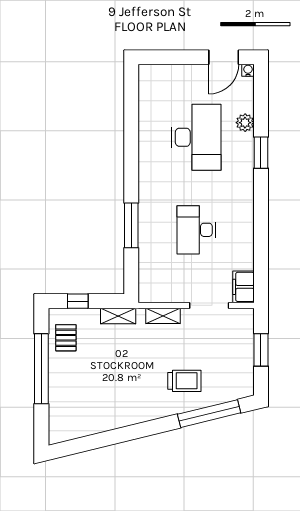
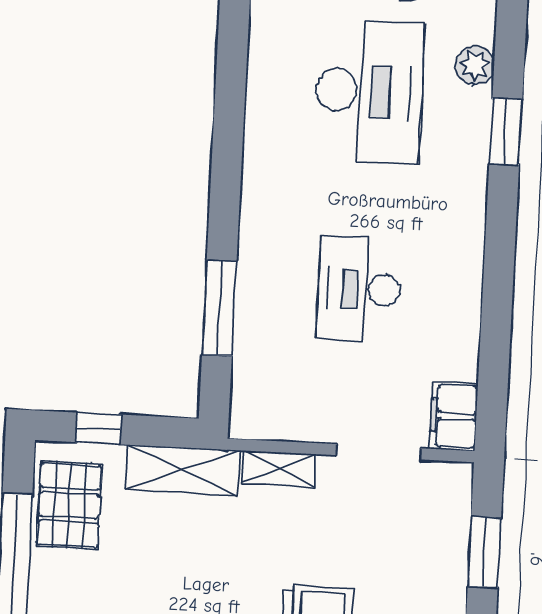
window: (131, 225) -> (219, 308), moved
shelving: (118, 316) -> (183, 470), width x1.50, depth x1.33
pallet: (66, 338) -> (69, 505), width x1.50, depth x1.42

